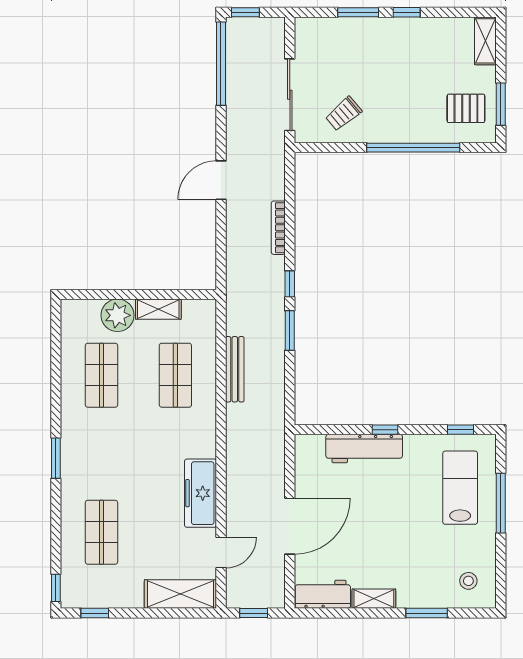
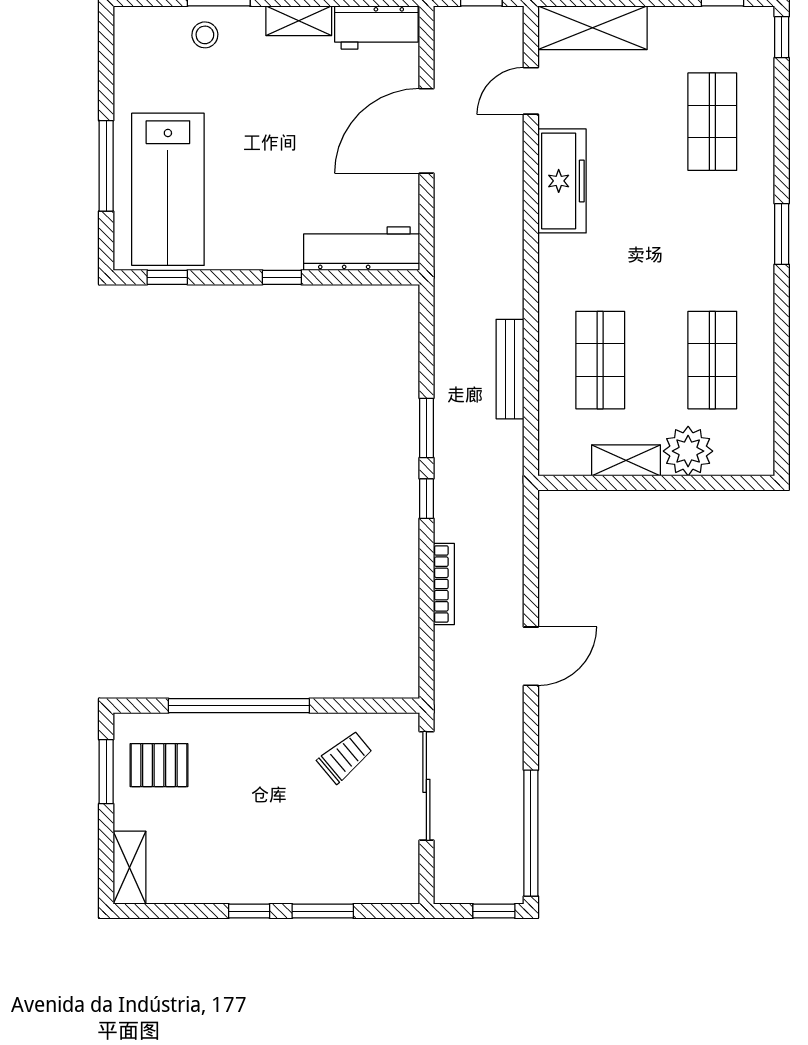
workbench: (364, 449) -> (362, 249), moved
lab bench: (460, 488) -> (168, 189), width x1.36, depth x1.39
stool: (468, 581) -> (205, 35), moved

